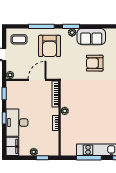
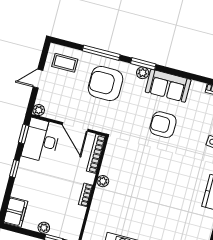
armchair: (50, 46) -> (105, 84), turned 90
door: (37, 80) -> (75, 127), swing flipped
desk: (17, 123) -> (41, 140), moved

